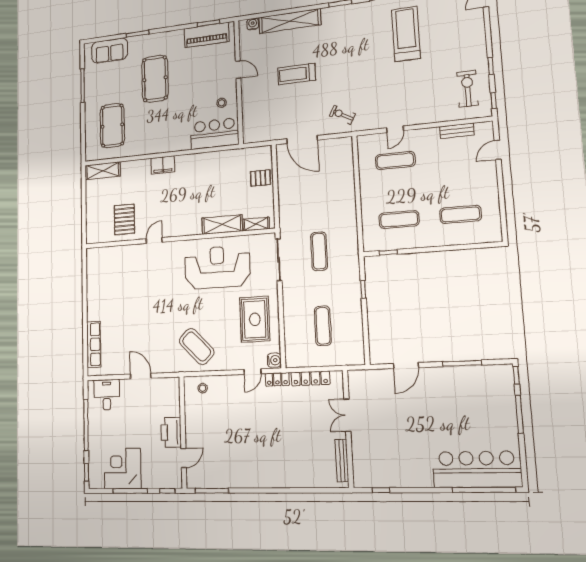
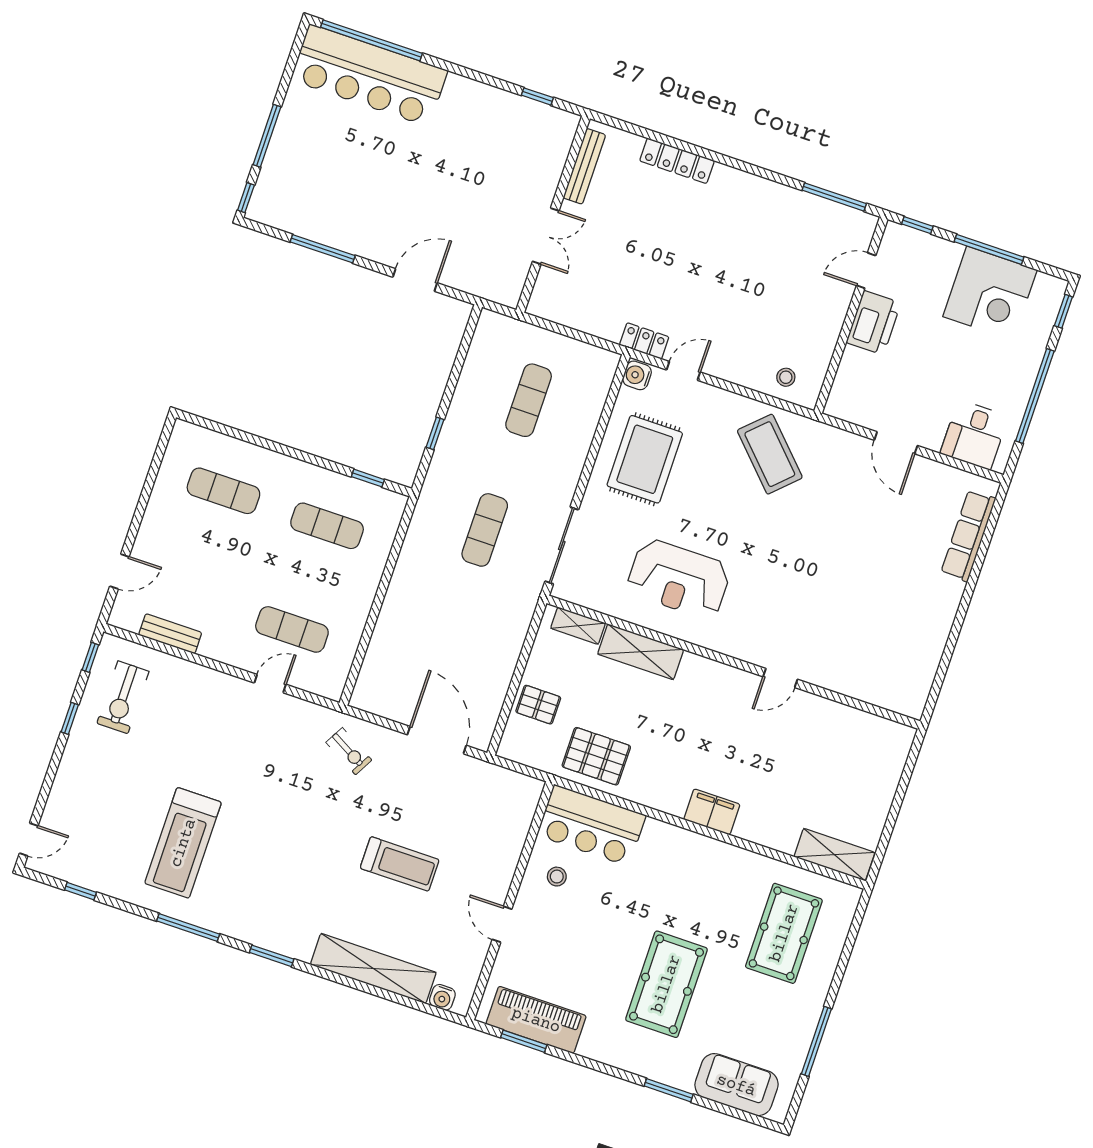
pallet: (124, 219) -> (596, 756), moved, turned 90
reception desk: (217, 267) -> (679, 579), width x0.74, depth x0.77
locker: (310, 378) -> (677, 161), moved, turned 180

